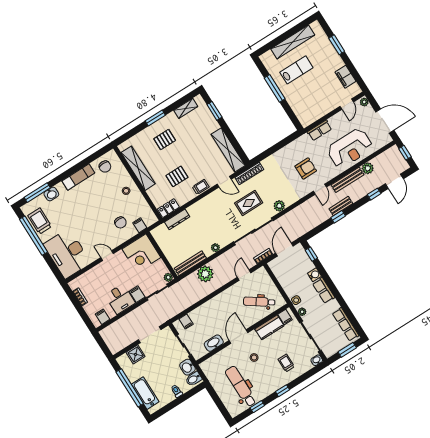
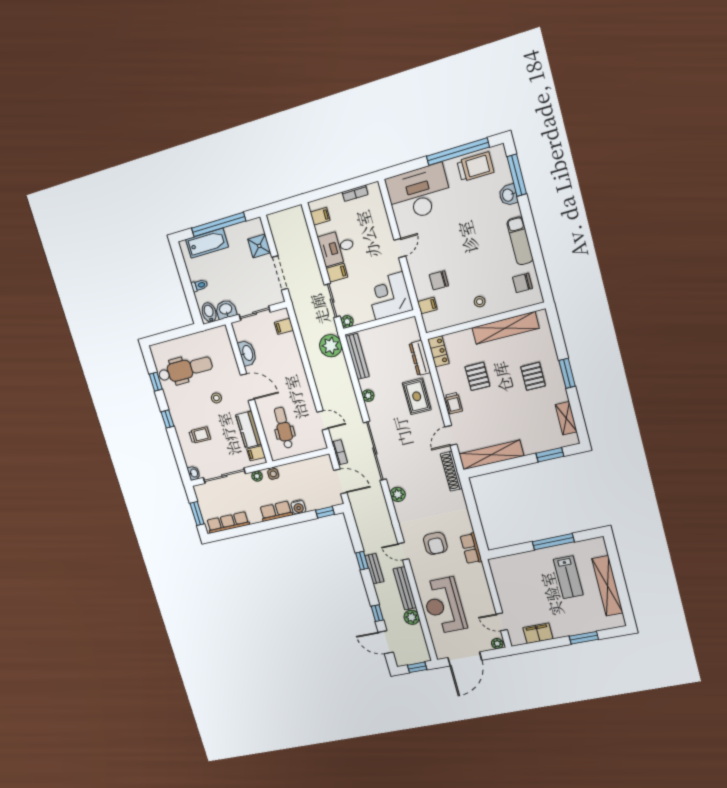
row of seats: (320, 130) -> (471, 548), moved
rug: (249, 203) -> (417, 396), moved
plant: (205, 274) -> (331, 346), moved
dental chair: (259, 302) -> (284, 428), turned -33

